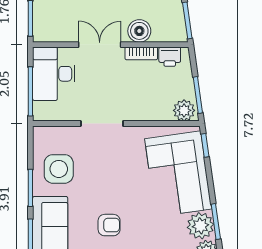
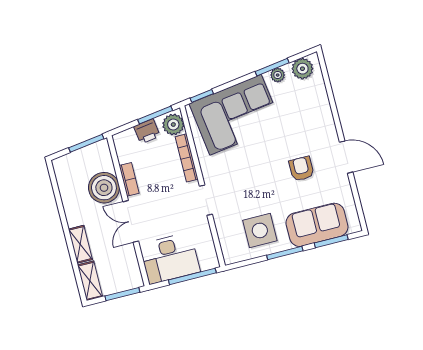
boiler: (139, 31) -> (104, 188), width x1.37, depth x1.37
printer: (170, 57) -> (147, 131), moved, turned 82
bookcase: (148, 115) -> (187, 158), added
doorway: (102, 124) -> (206, 200), width x0.73
plant: (200, 226) -> (278, 75), width x0.53, depth x0.53

